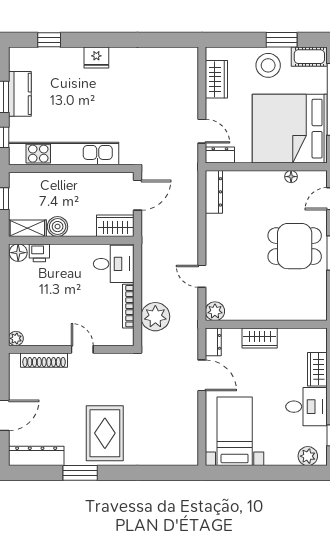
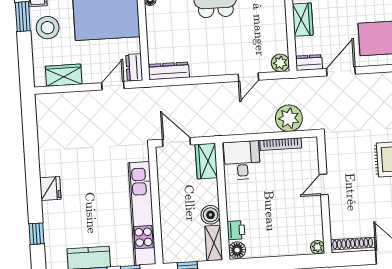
shoe rack: (44, 360) -> (353, 245), moved, turned -90

